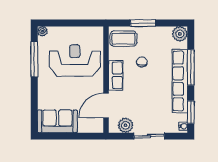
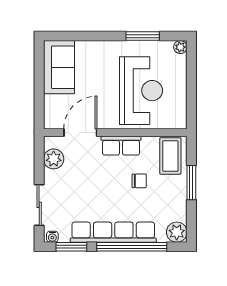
window: (34, 59) -> (143, 36), width x0.69
window: (191, 67) -> (132, 247), width x1.46
door: (106, 106) -> (80, 133), hinge flipped
sliding door: (149, 136) -> (39, 205), moved

